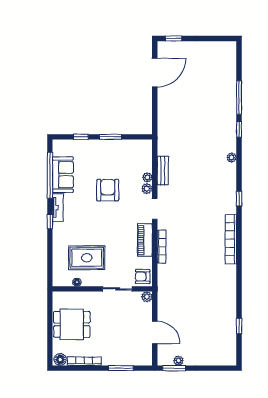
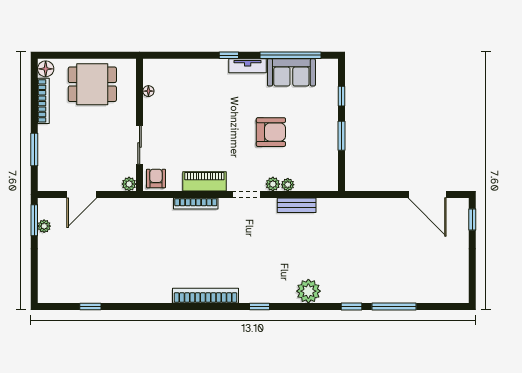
plant: (232, 158) -> (308, 291), width x1.87, depth x1.87
rug: (87, 258) -> (181, 104), removed
dining table: (72, 324) -> (92, 84), turned 90

